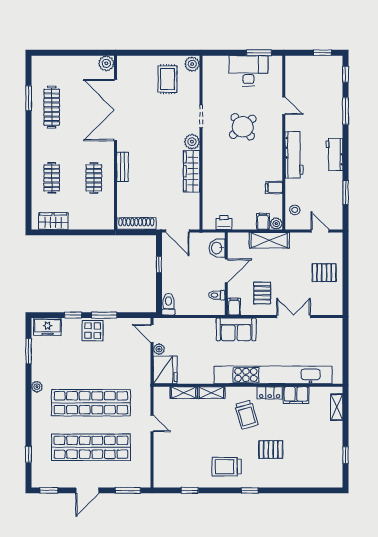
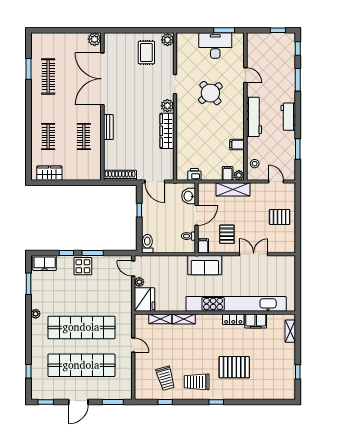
trolley: (246, 415) -> (166, 378), moved
pallet: (271, 450) -> (234, 367), width x1.50, depth x1.42

